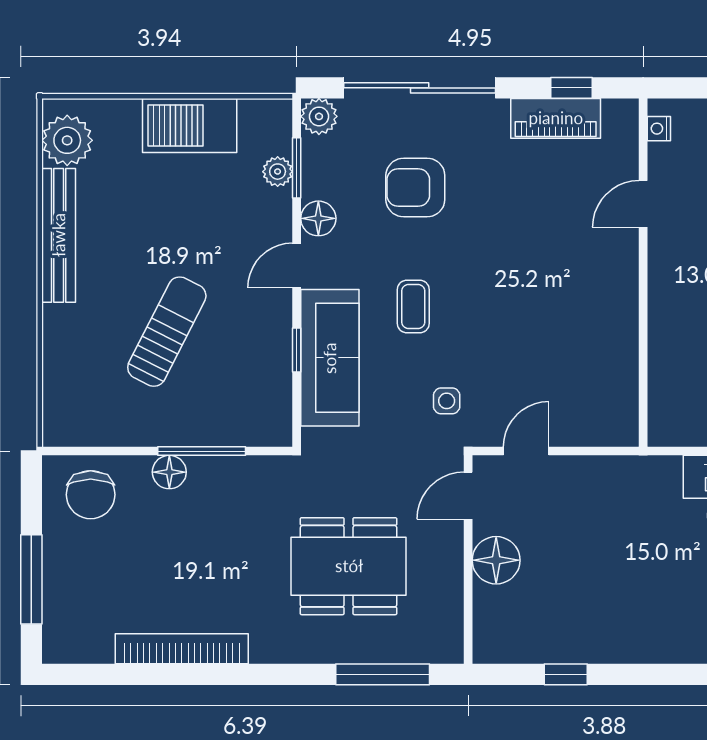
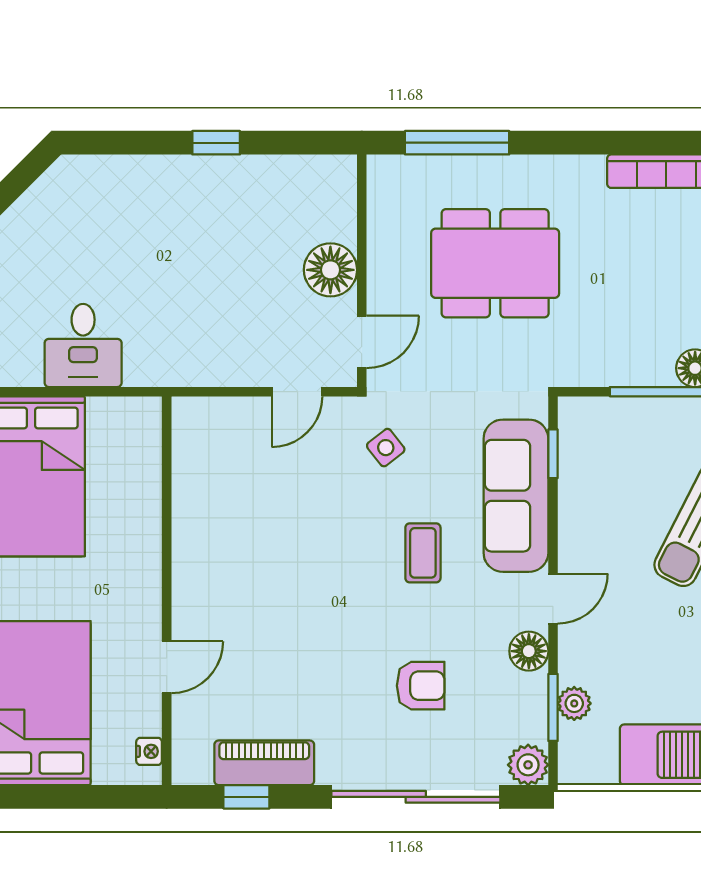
armchair: (415, 187) -> (421, 686), width x0.72, depth x0.72
window: (297, 350) -> (553, 454), moved
side table: (447, 401) -> (386, 448), turned -38
window: (566, 674) -> (216, 143), moved

